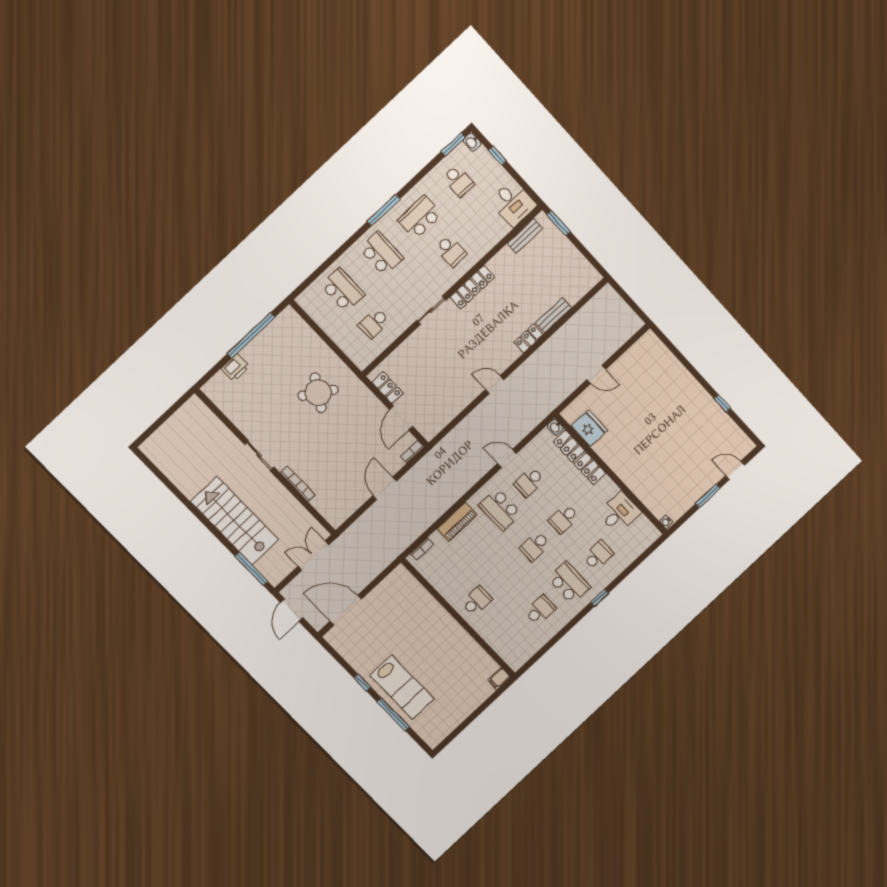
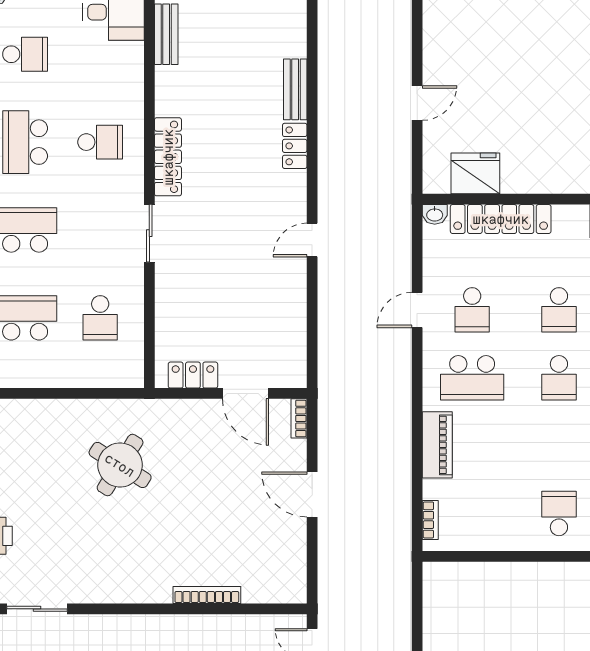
sliding door: (259, 456) -> (37, 609), moved

